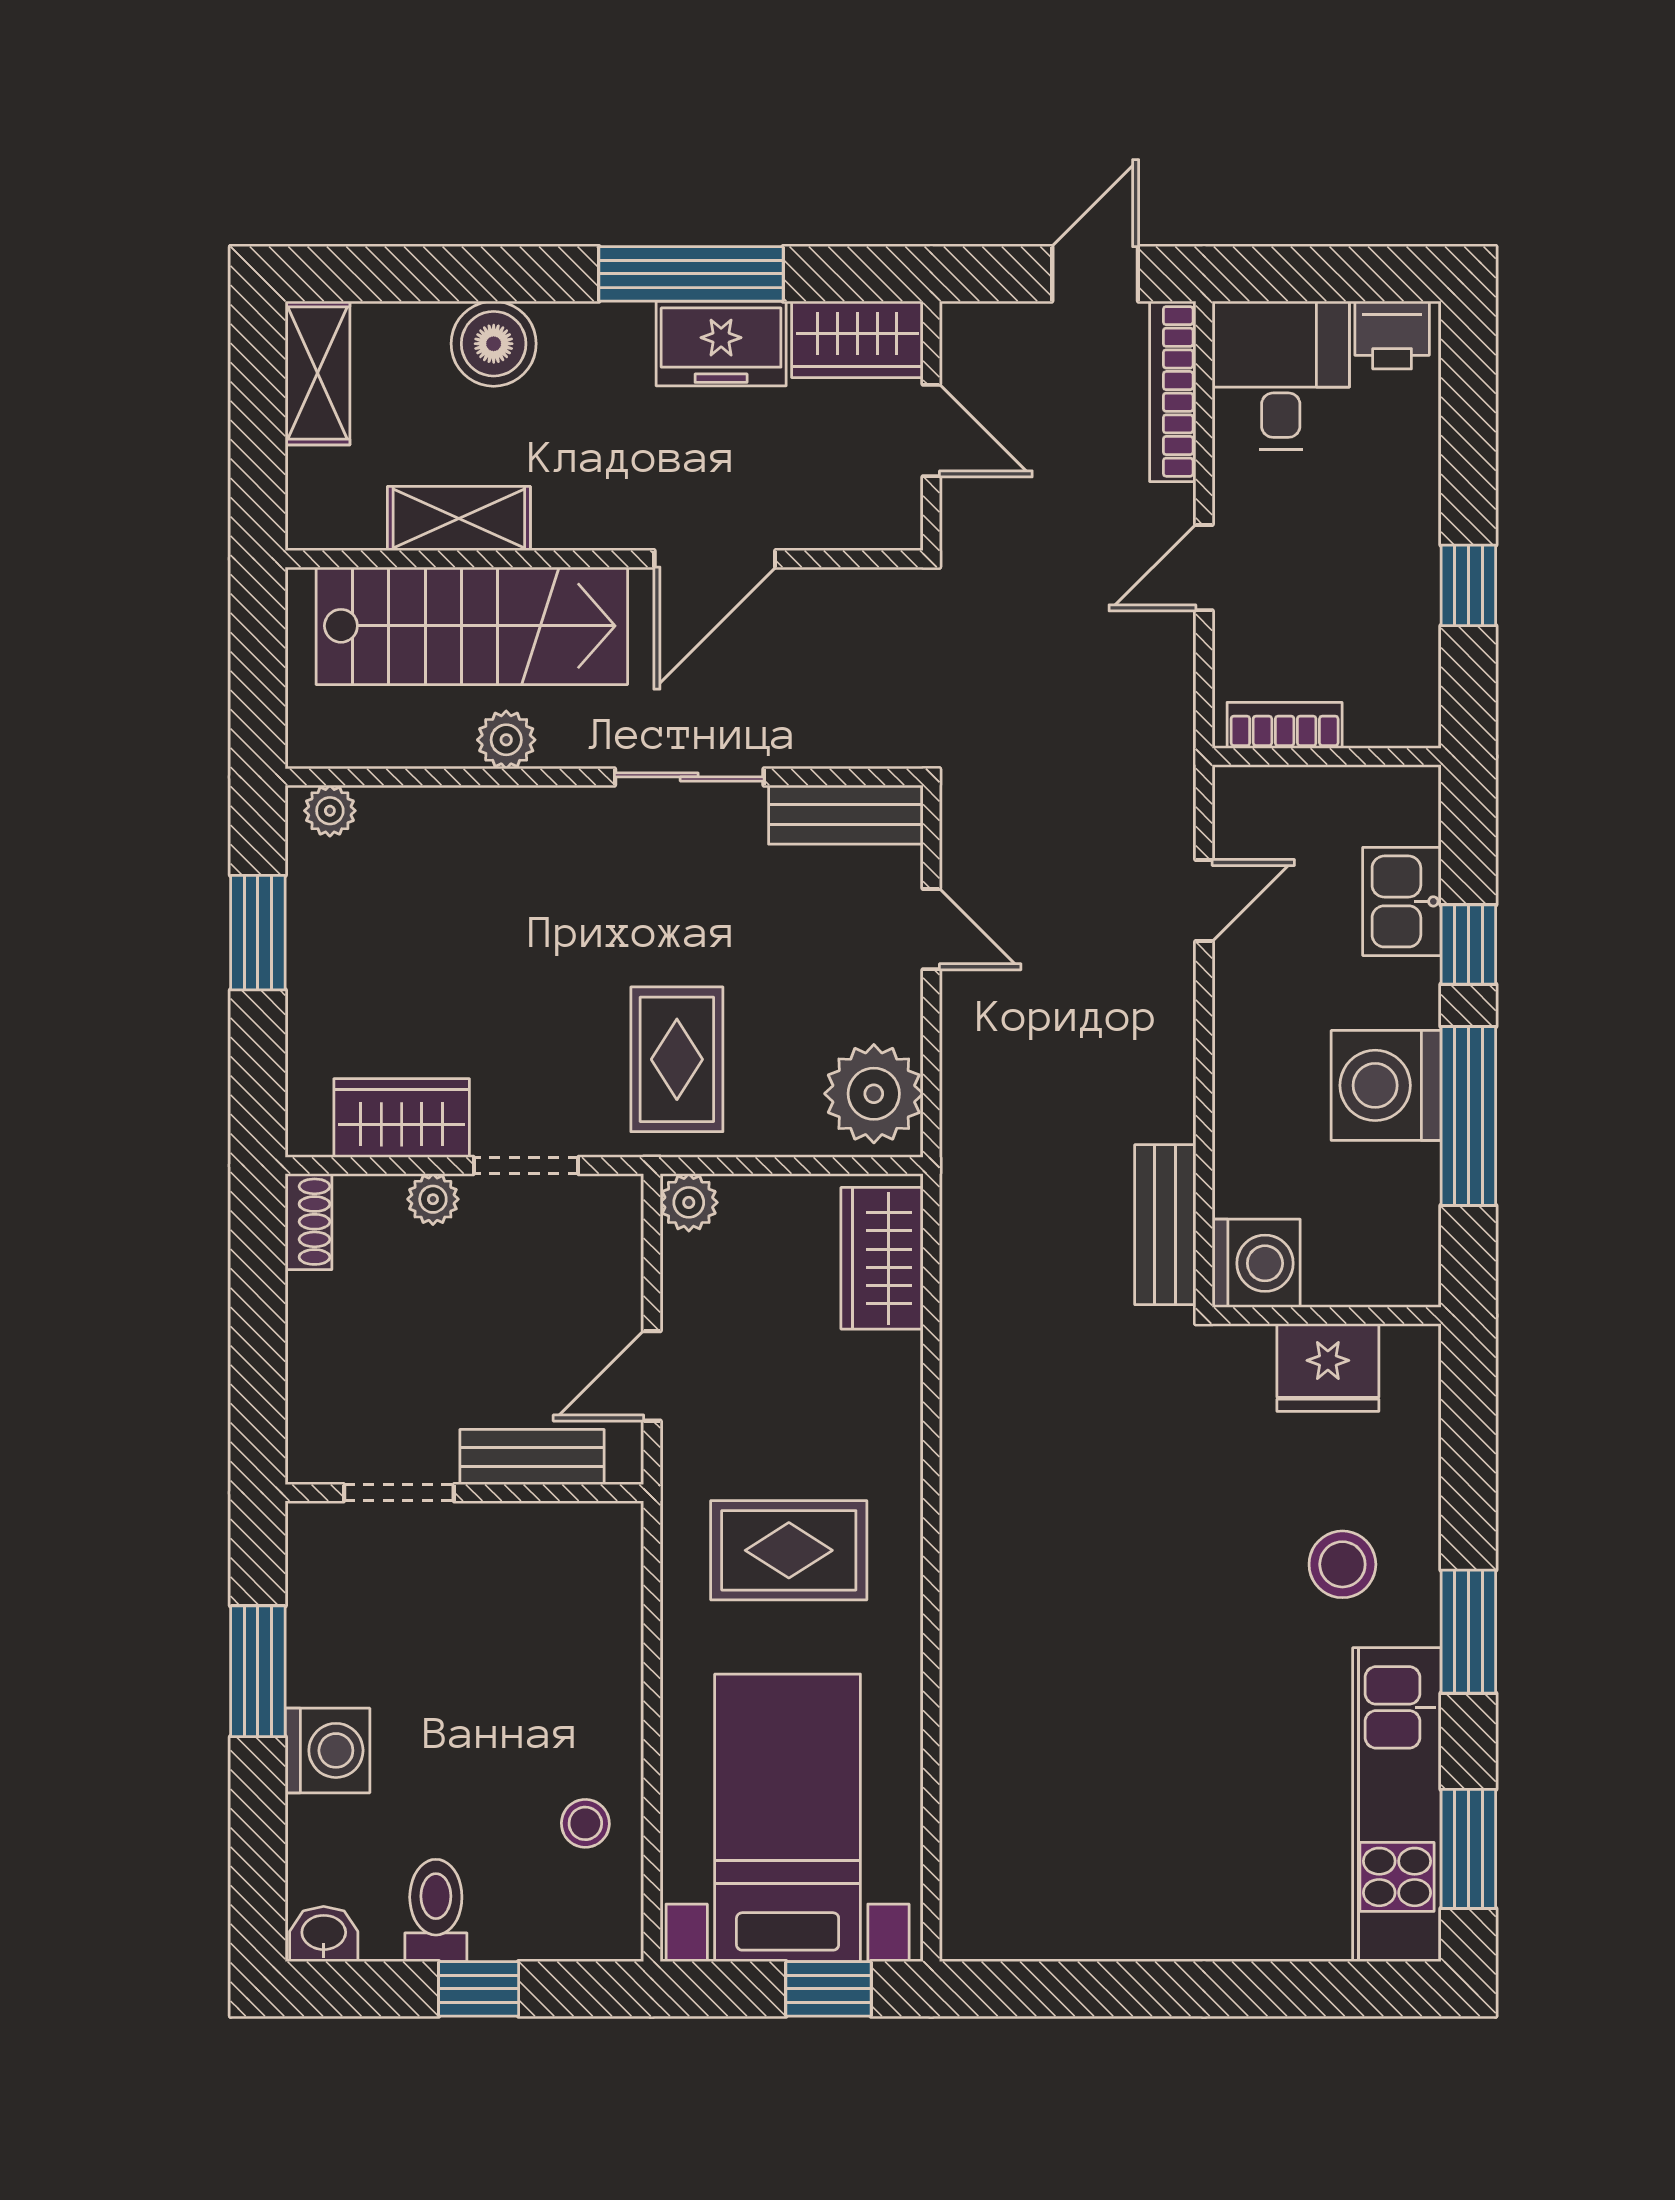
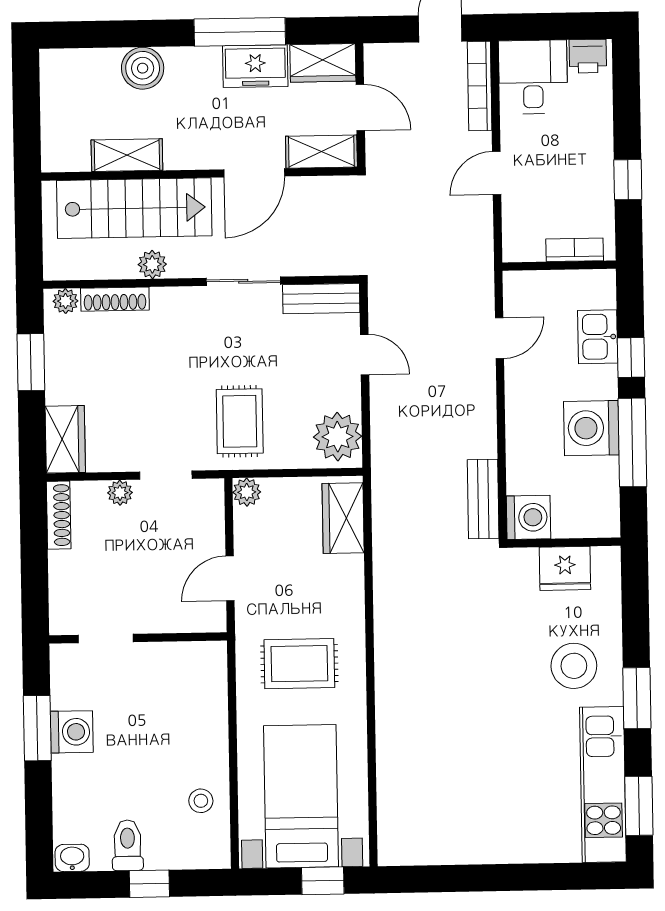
shelving: (317, 373) -> (321, 152), moved, turned 90
bookcase: (1285, 725) -> (575, 250), moved
shoe rack: (430, 809) -> (115, 299), added
wardrobe: (402, 1118) -> (65, 439), moved, turned 90
shoe rack: (308, 1222) -> (59, 515), width x1.43
bench: (532, 1457) -> (171, 620), removed
stool: (1342, 1564) -> (574, 666), width x1.38, depth x1.38
washing machine: (327, 1750) -> (72, 732), moved

